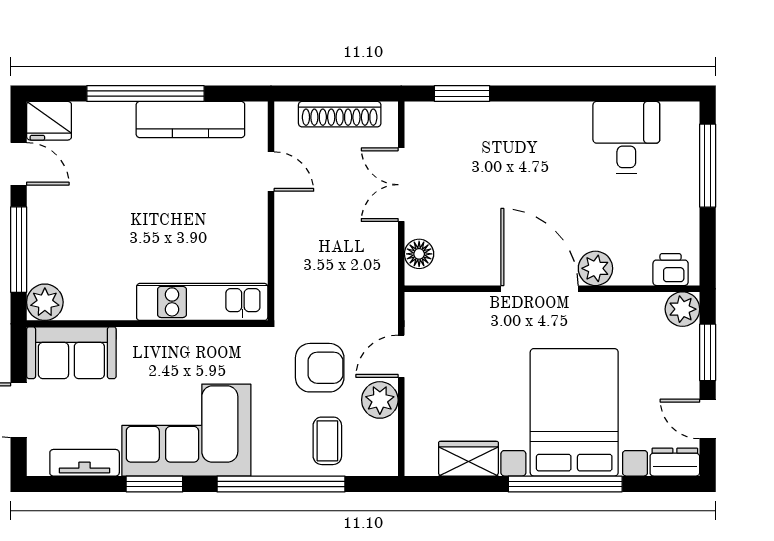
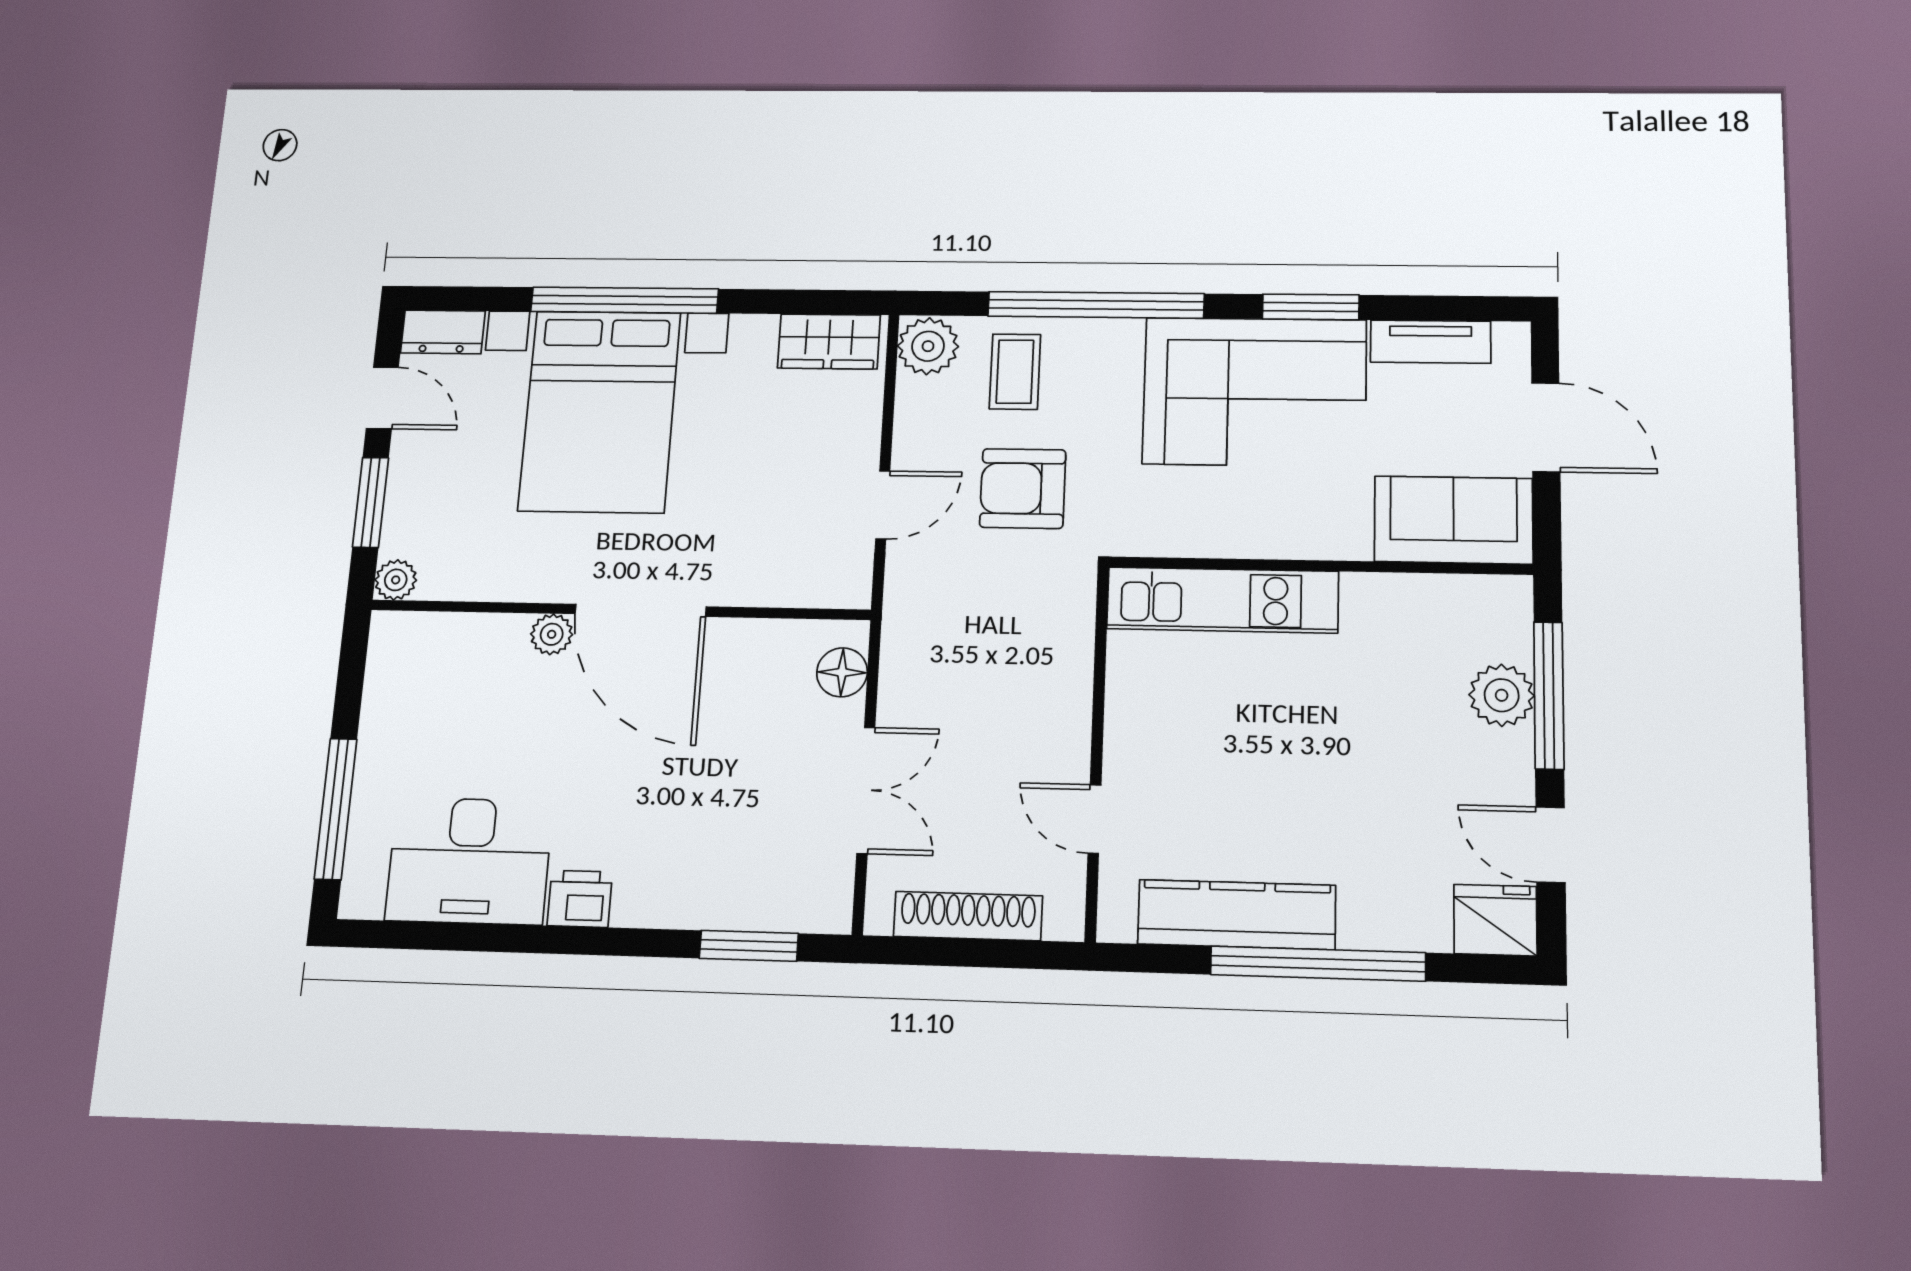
desk: (626, 137) -> (469, 861), width x1.37
plant: (595, 268) -> (552, 634), width x0.73, depth x0.73
printer: (671, 270) -> (580, 899), moved, turned 180
plant: (45, 302) -> (1502, 695), moved
plant: (682, 309) -> (396, 580), width x0.73, depth x0.73
plant: (380, 400) -> (928, 346), moved
wardrobe: (468, 459) -> (829, 341), moved

